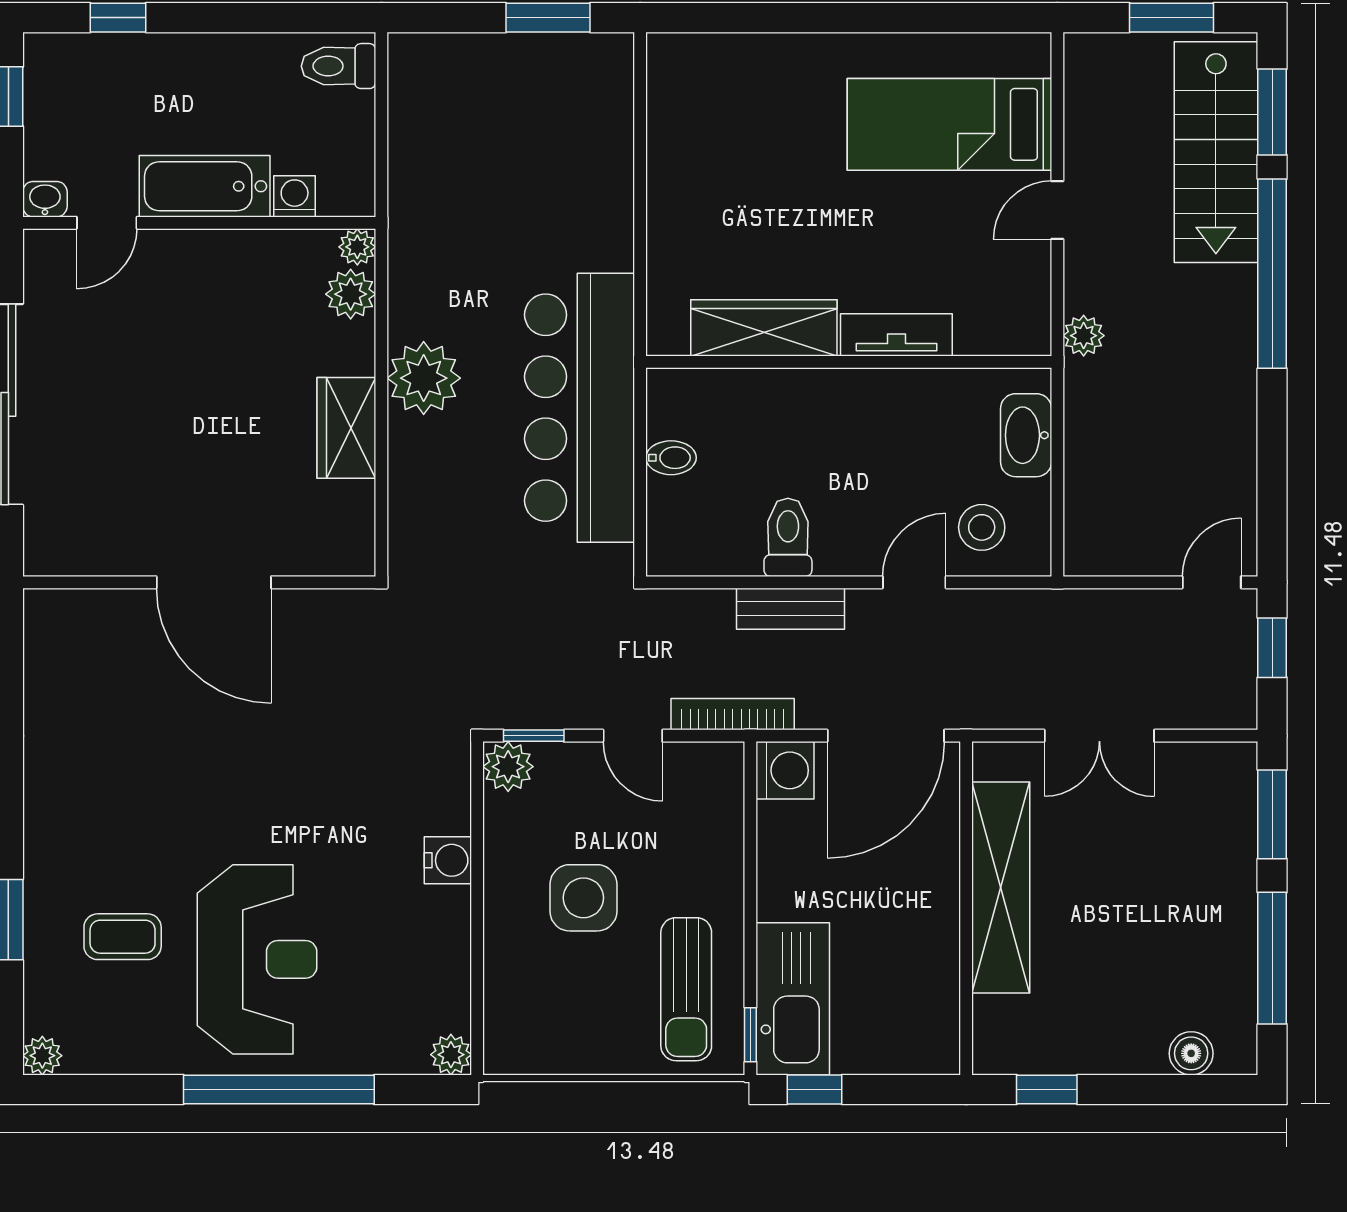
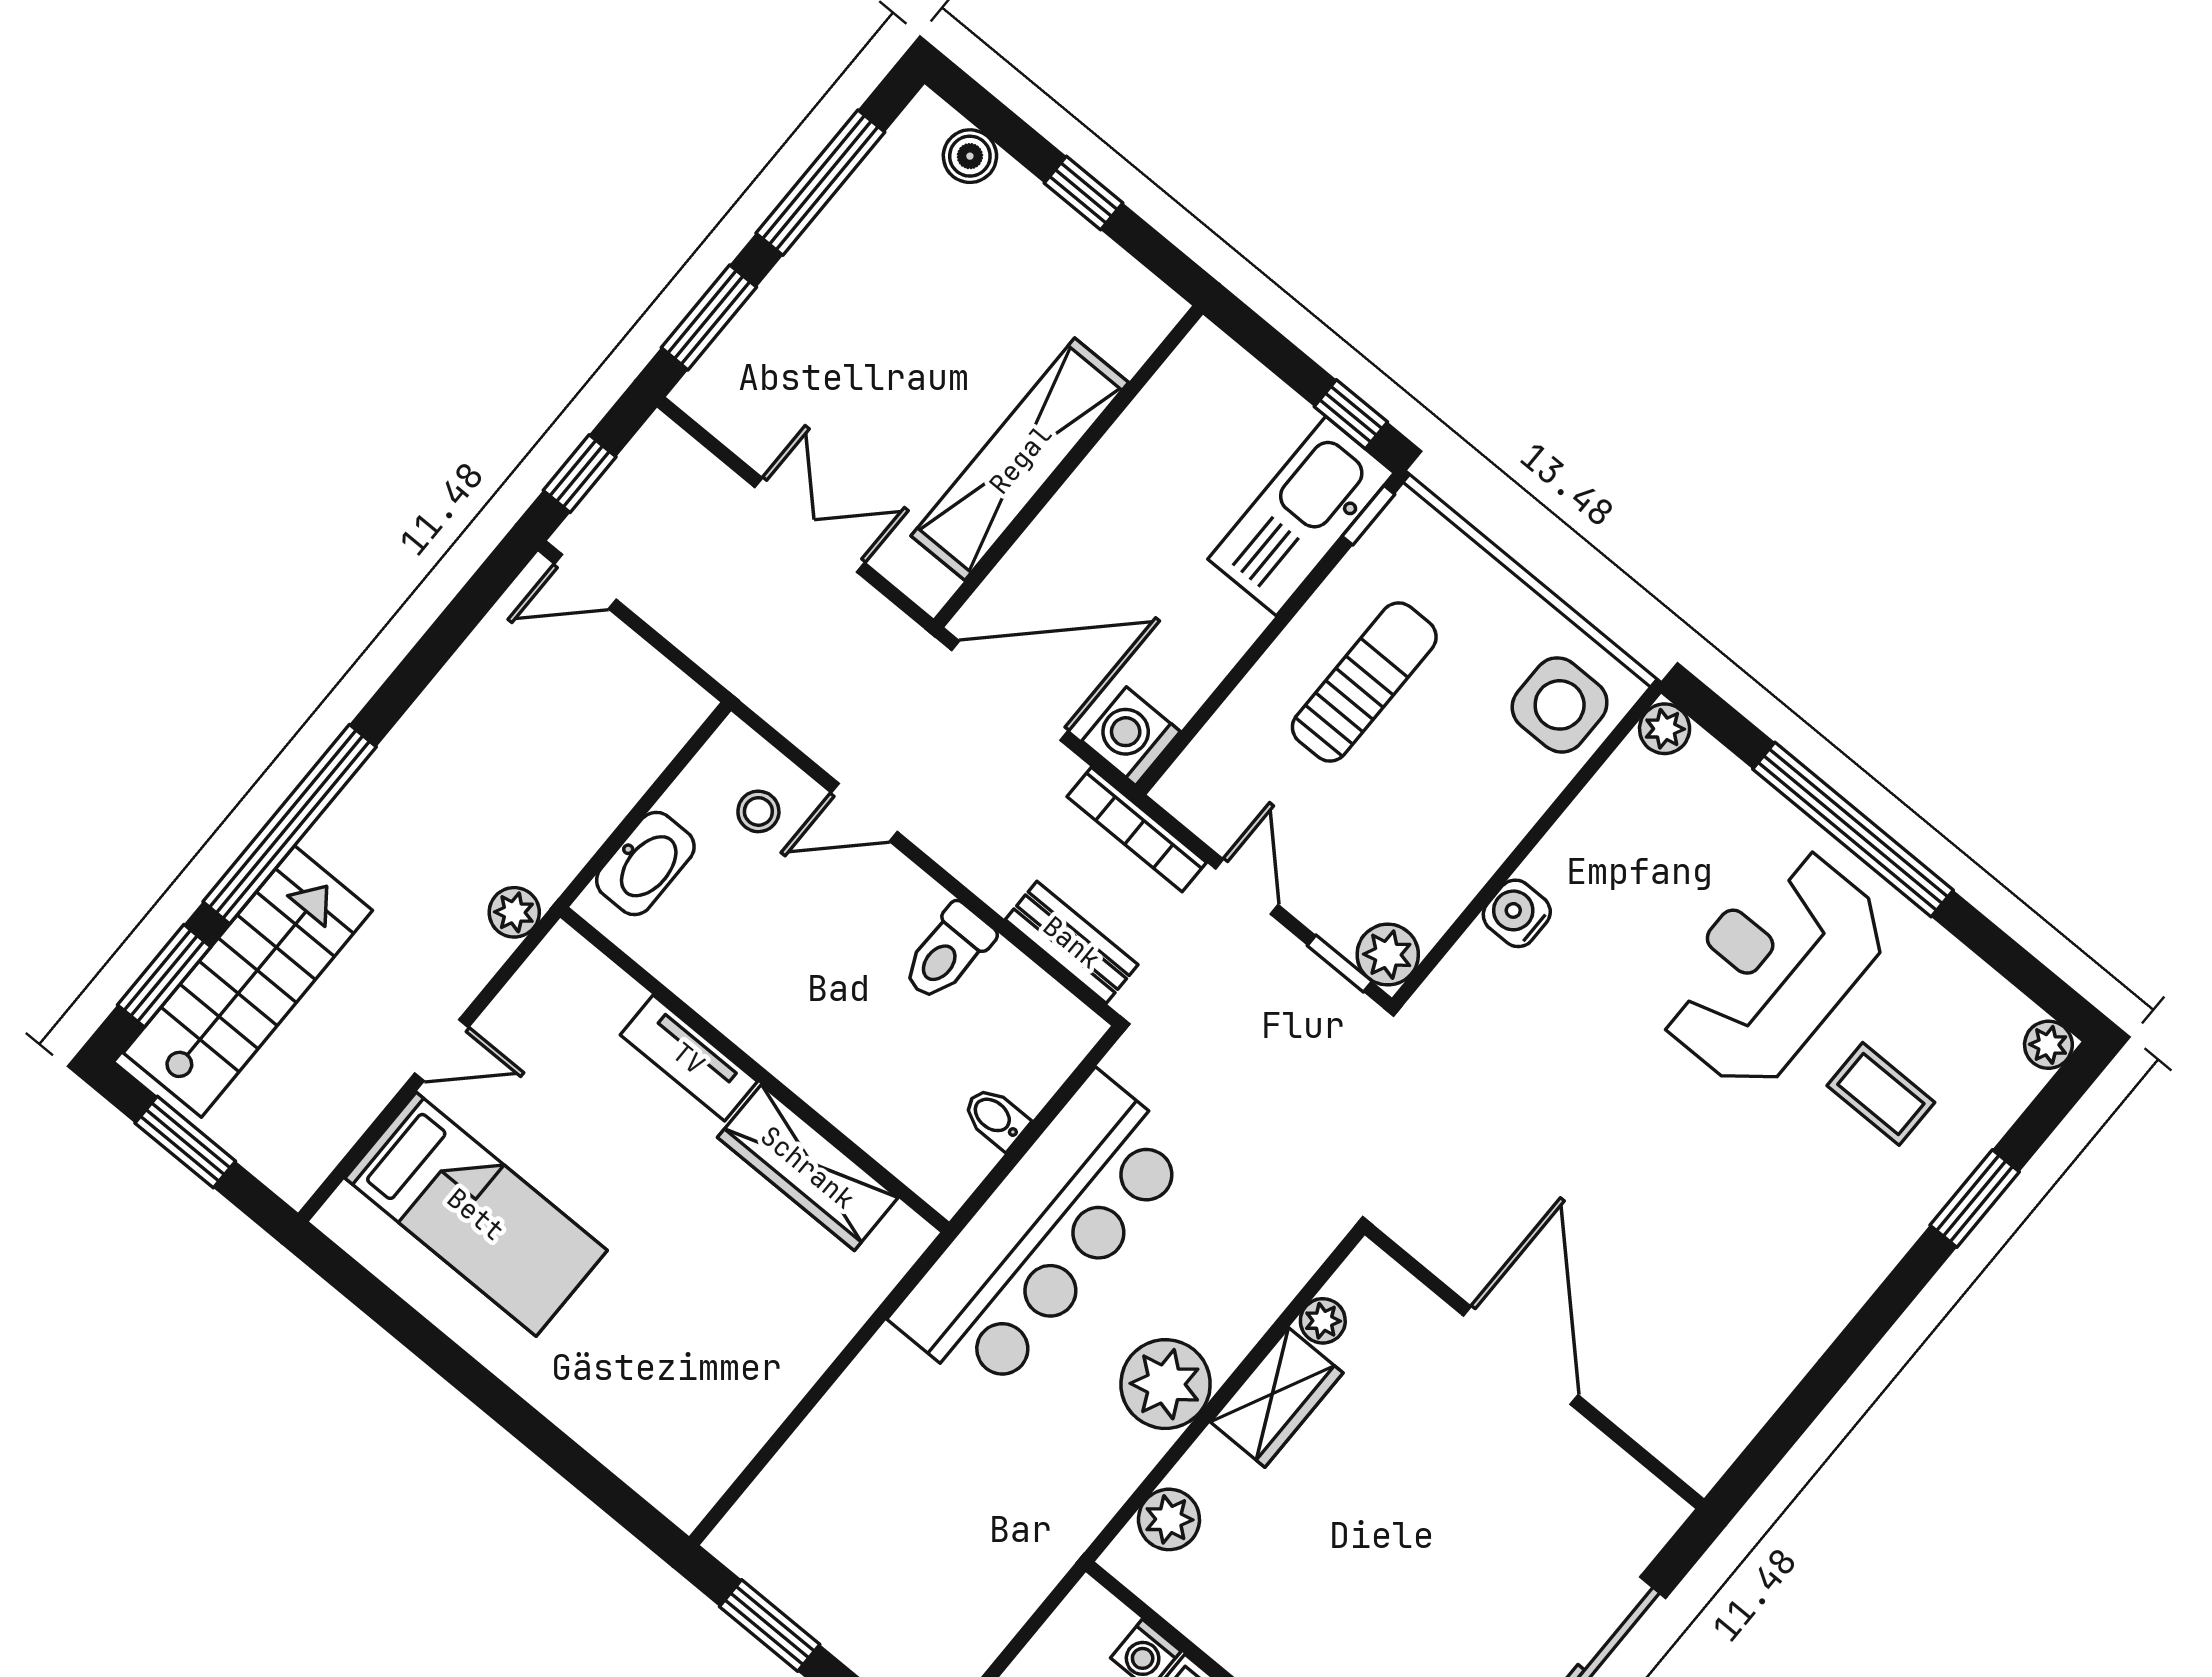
plant: (357, 247) -> (1323, 1321), moved
stool: (982, 527) -> (758, 811), width x0.73, depth x0.73
bench: (791, 609) -> (1072, 942), moved
side table: (583, 898) -> (1560, 705), moved
sun lounger: (686, 989) -> (1364, 682), moved
window: (1047, 1089) -> (1084, 193), moved

